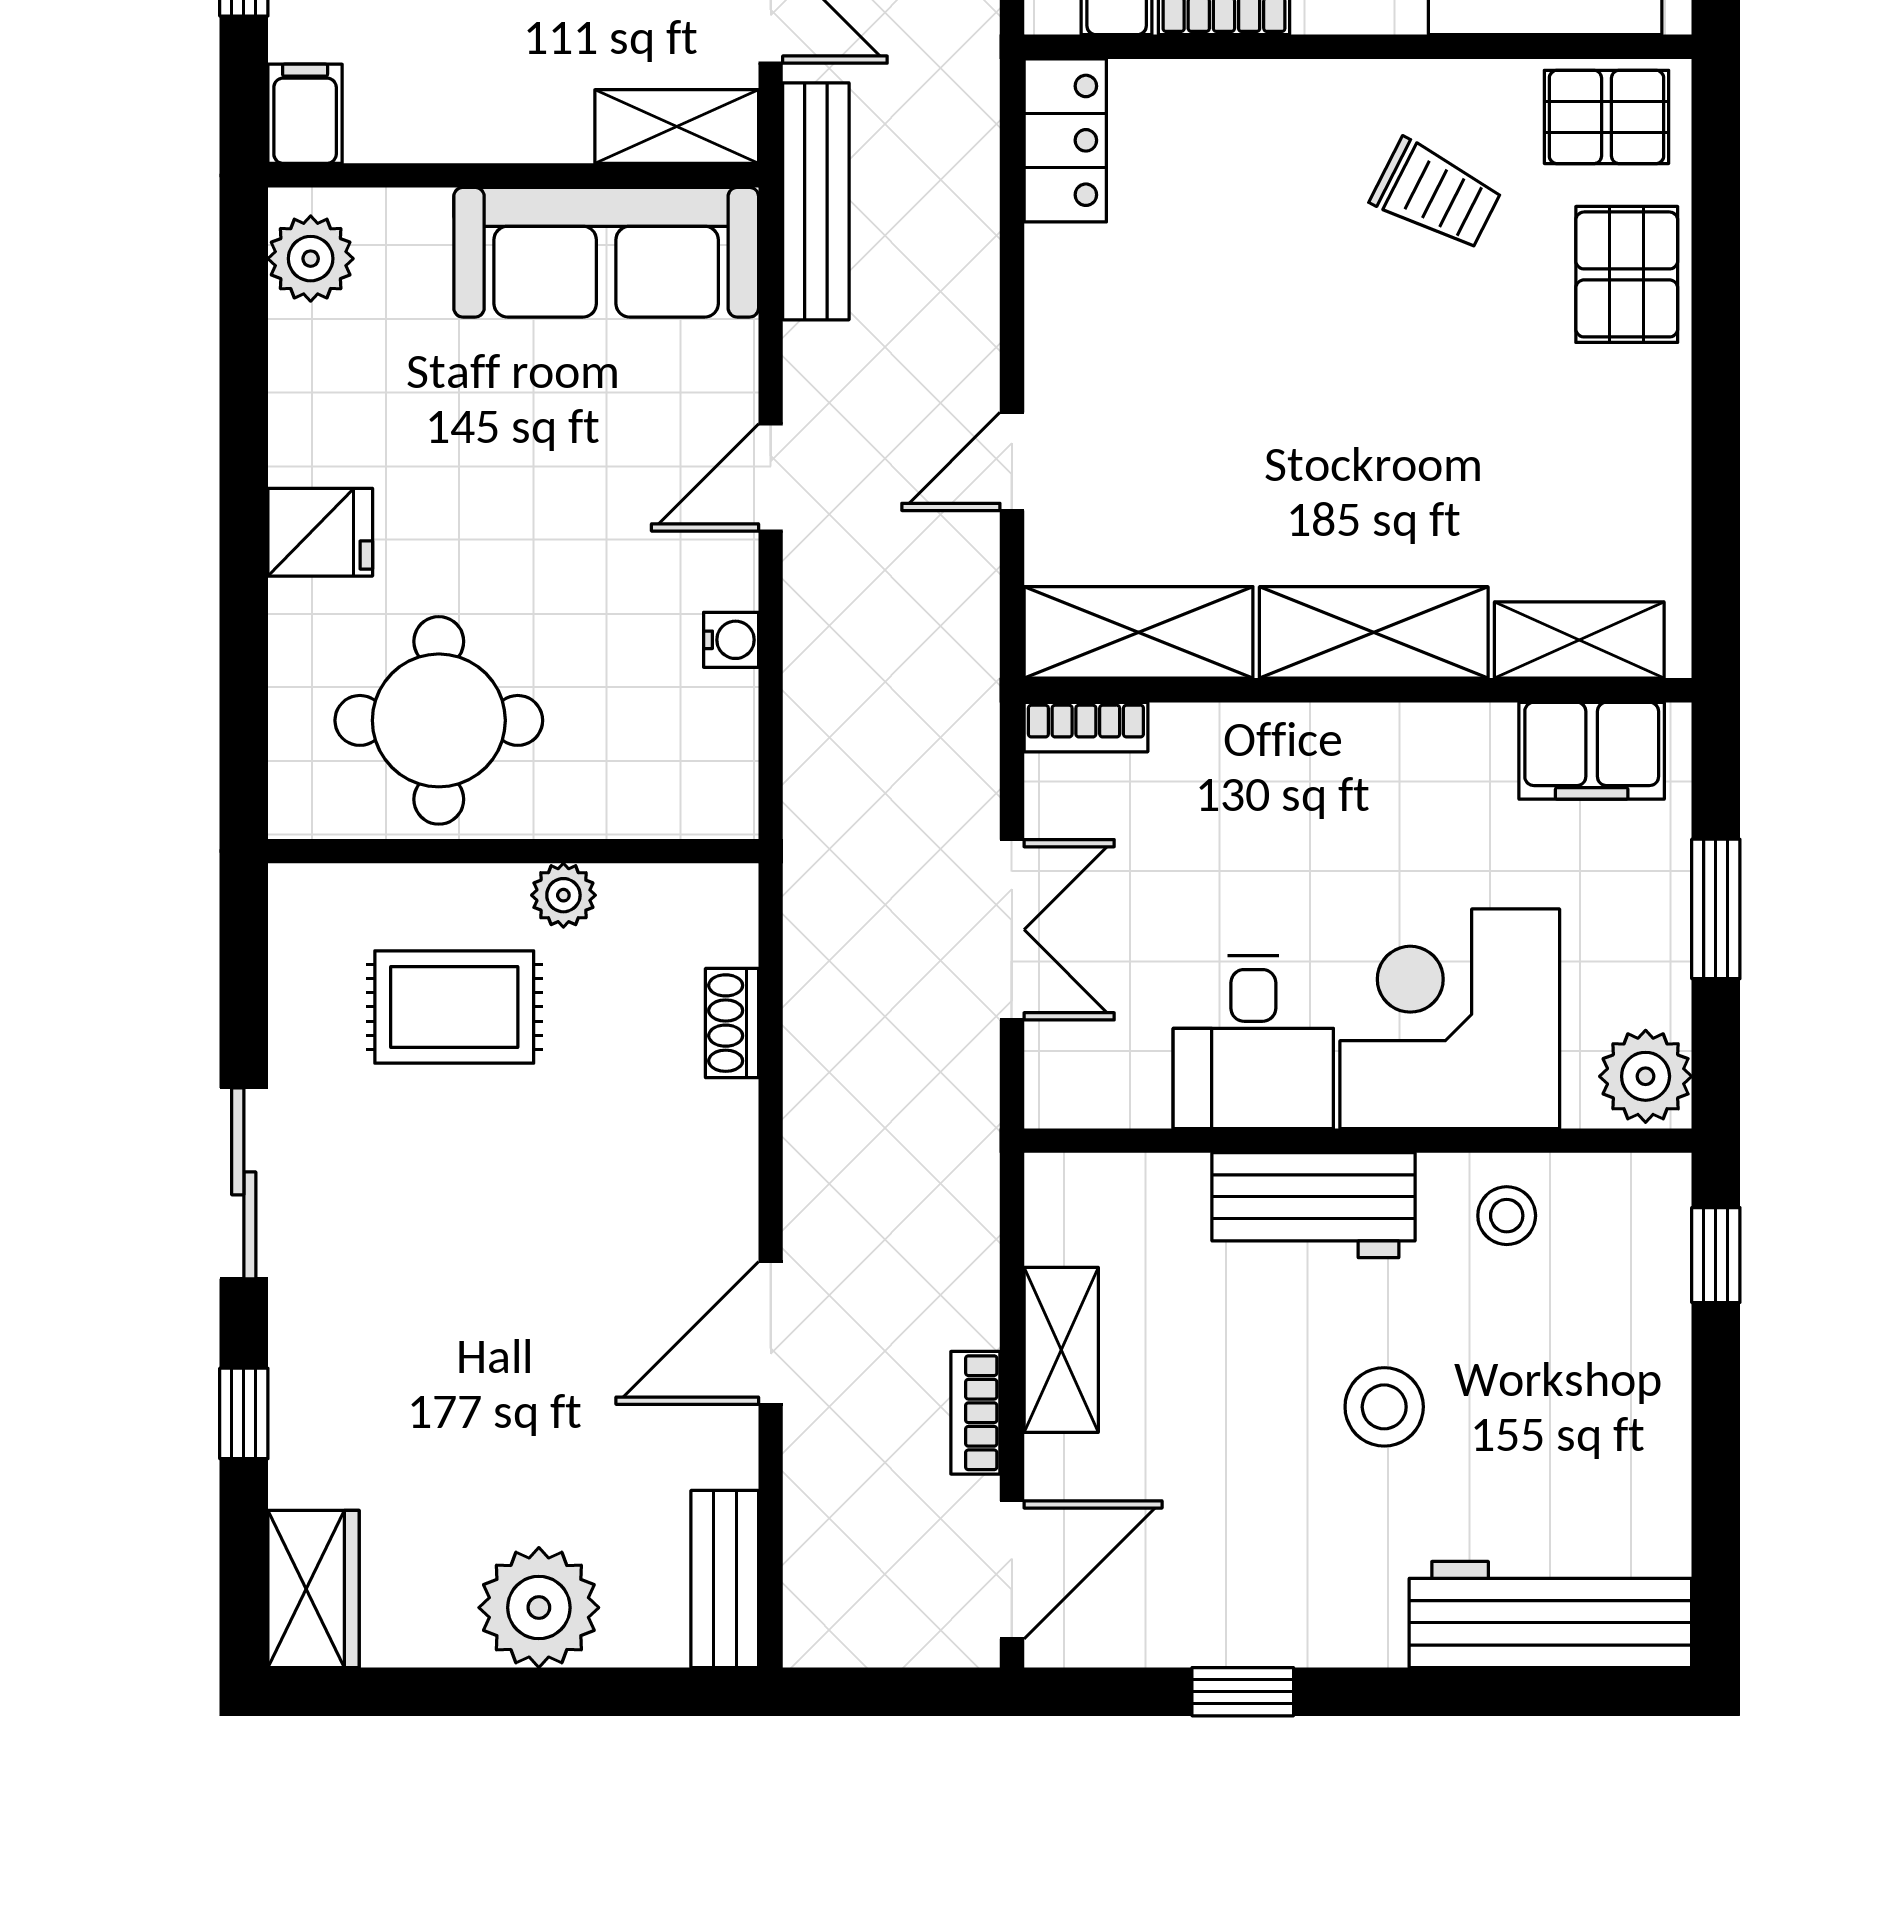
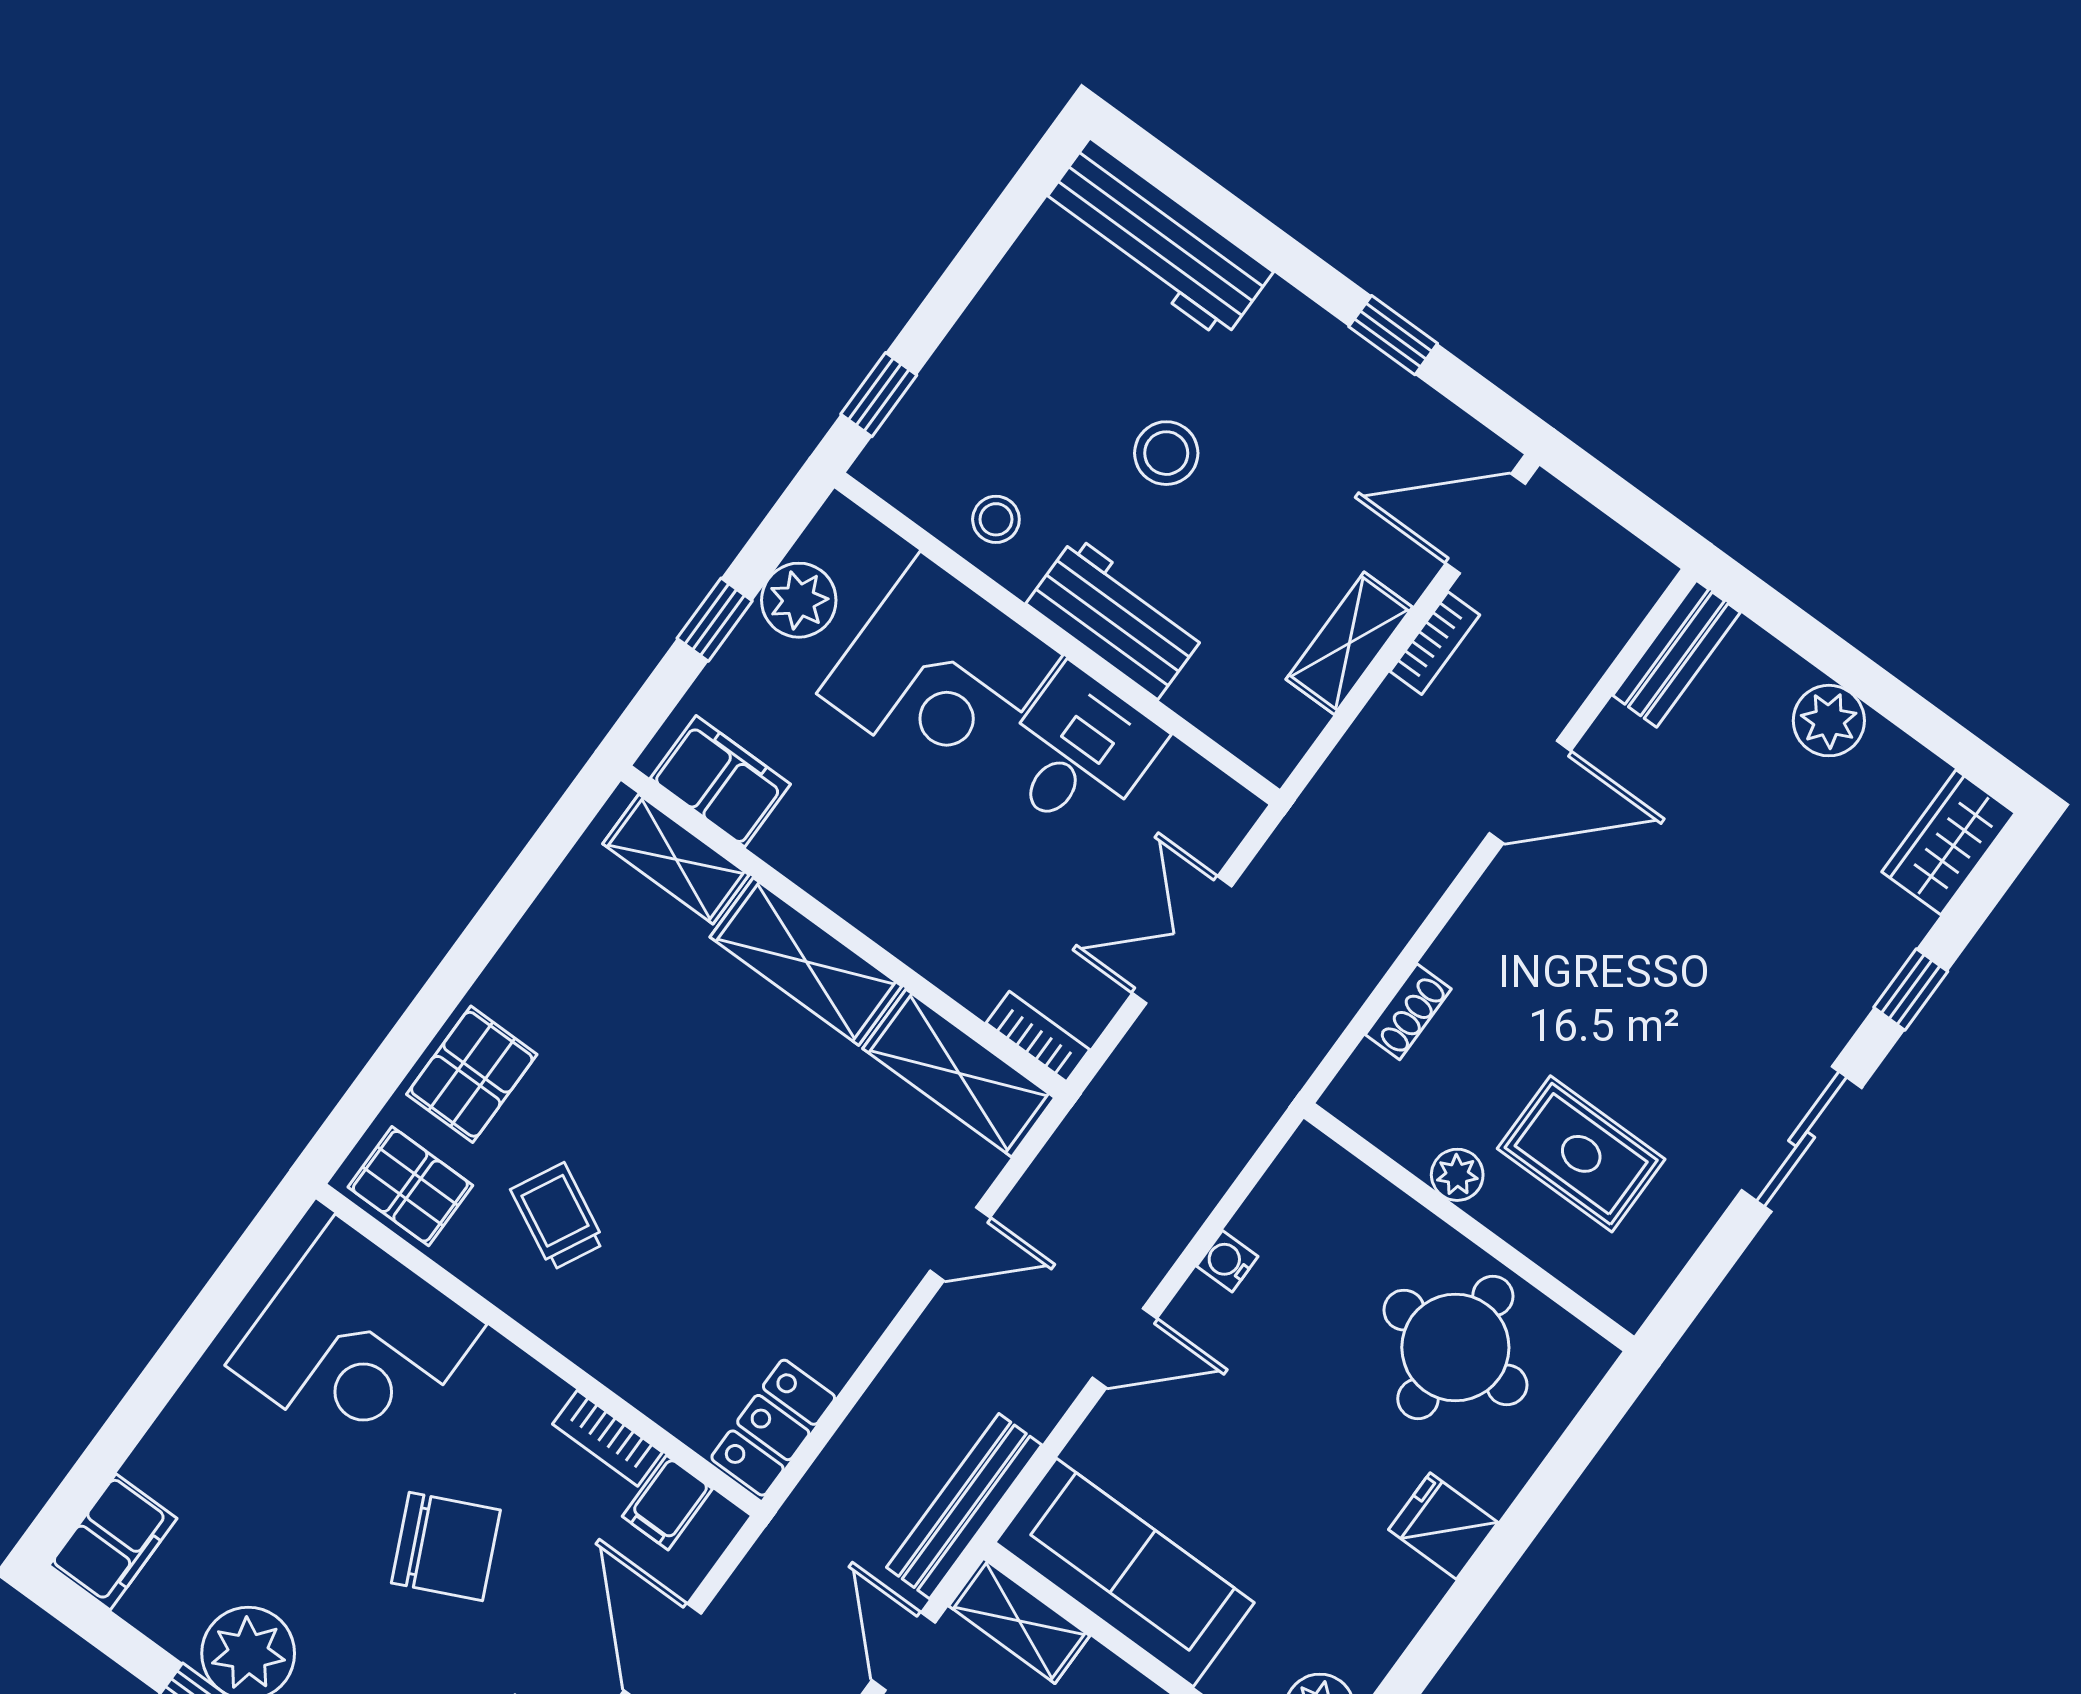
window: (1716, 909) -> (715, 620), width x0.67
plant: (1646, 1076) -> (799, 600), moved
plant: (539, 1608) -> (1829, 721), width x0.73, depth x0.73

